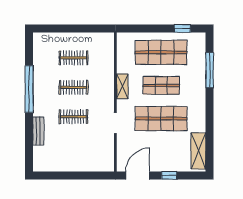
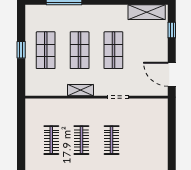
window: (182, 28) -> (21, 50), moved
shop shelf: (161, 52) -> (46, 50), width x0.70, depth x0.74
shop shelf: (161, 119) -> (113, 50), width x0.70, depth x0.74
window: (169, 176) -> (172, 30), moved

